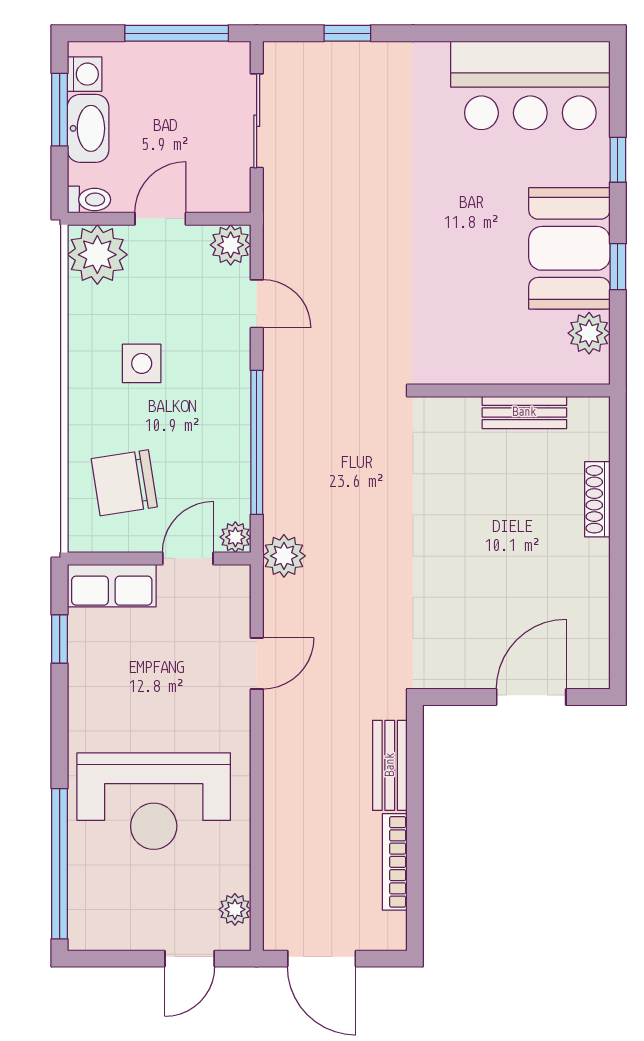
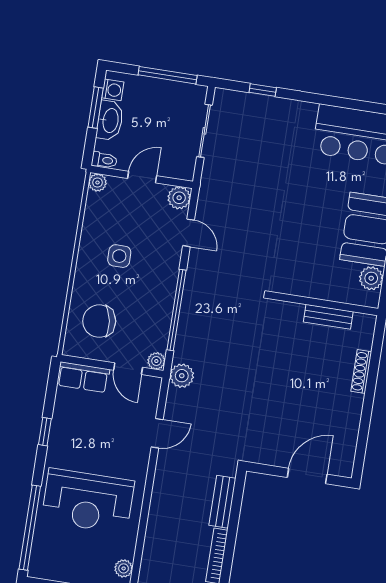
plant: (97, 255) -> (97, 183), width x0.53, depth x0.53
door: (188, 558) -> (128, 369), swing flipped
window: (60, 639) -> (45, 432), moved

